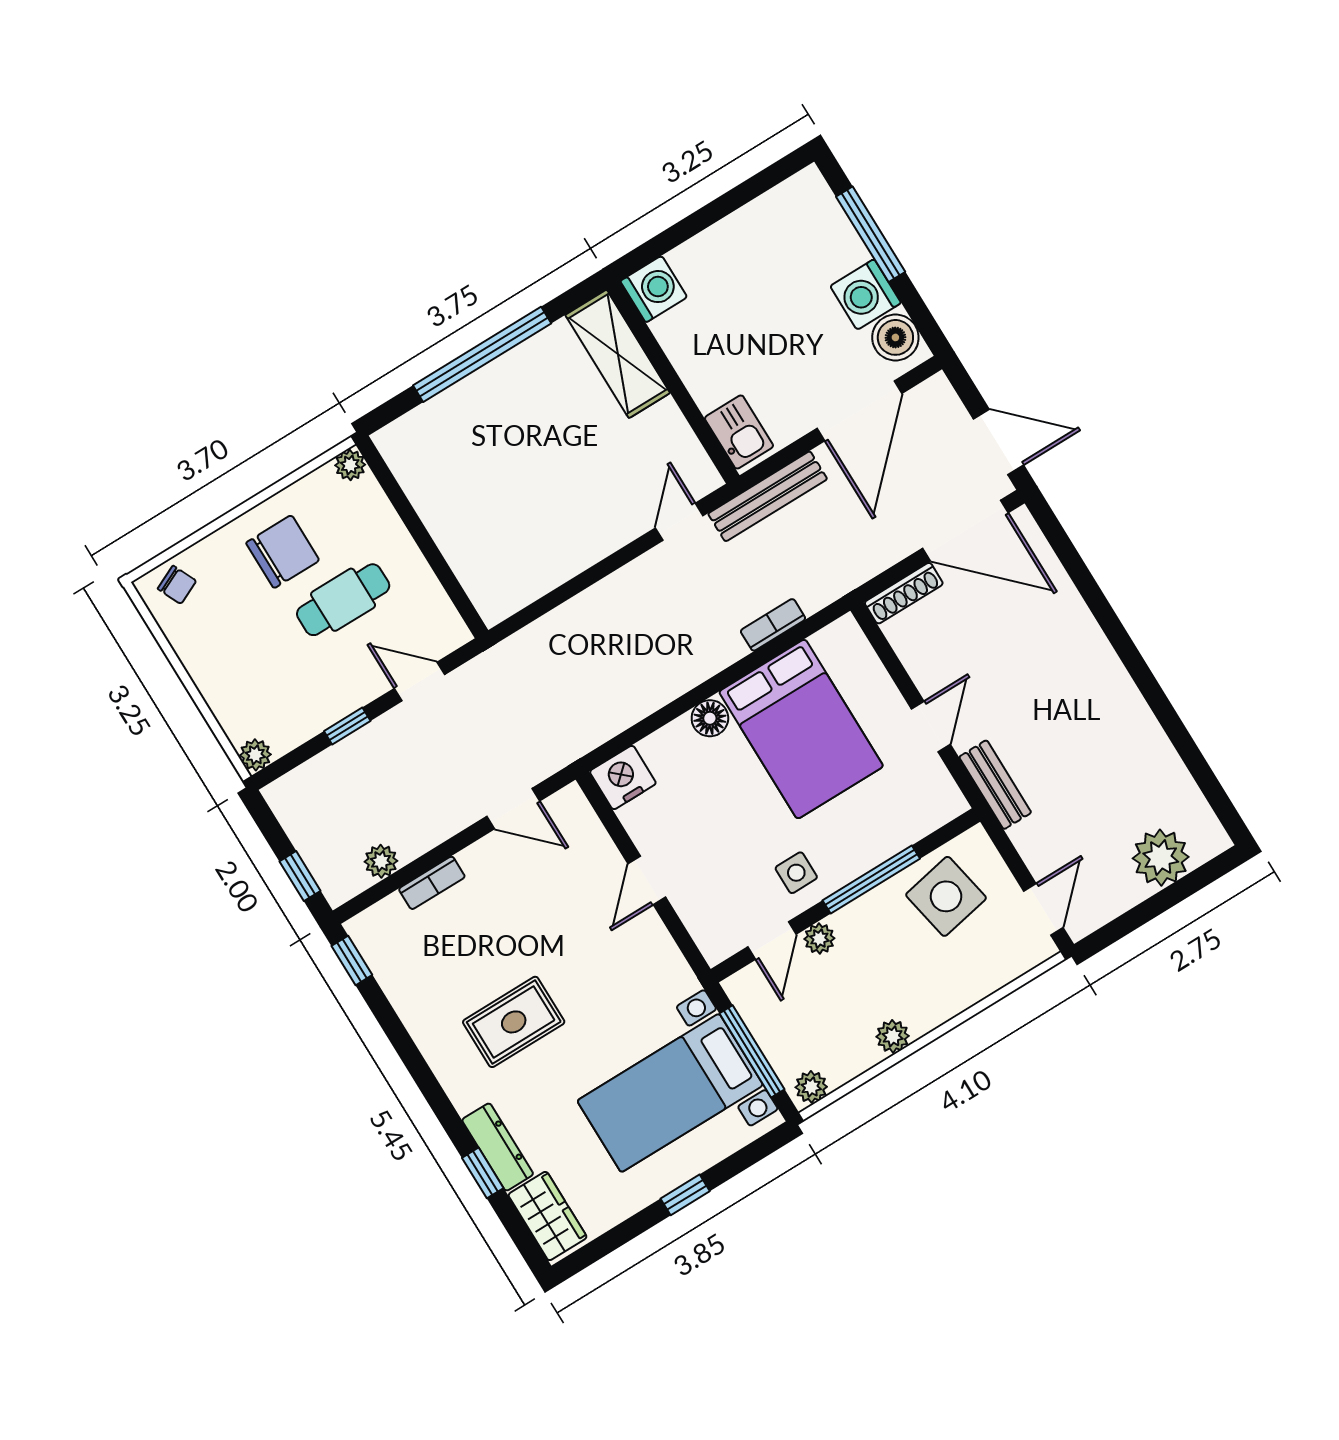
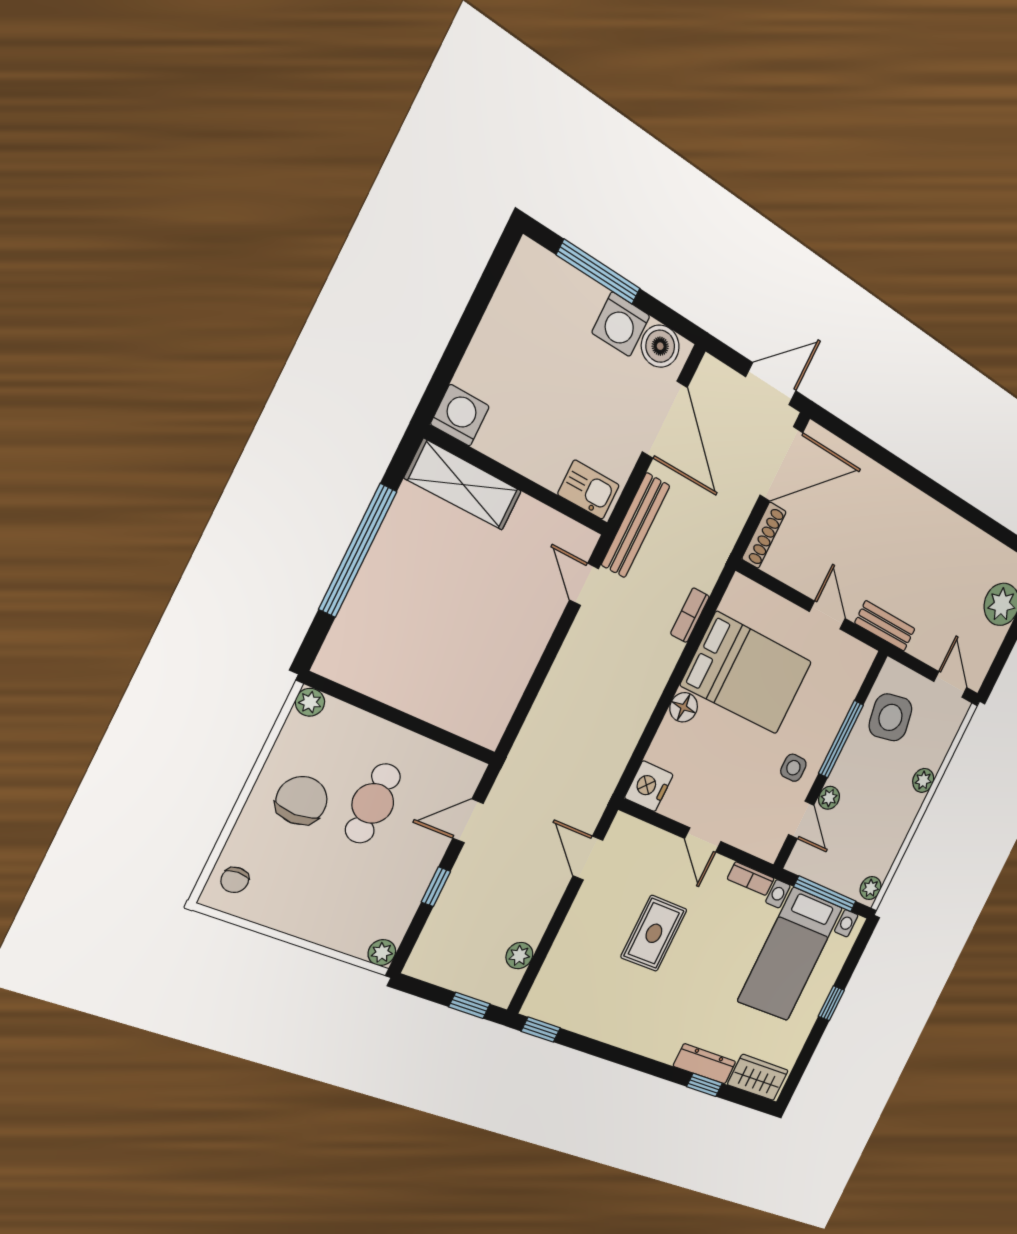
chair: (177, 585) -> (235, 880), turned 115
door: (513, 809) -> (588, 858), swing flipped
bookcase: (432, 883) -> (751, 879), moved, turned 90
rug: (514, 1022) -> (654, 933), moved
plant: (893, 1036) -> (923, 780), moved

